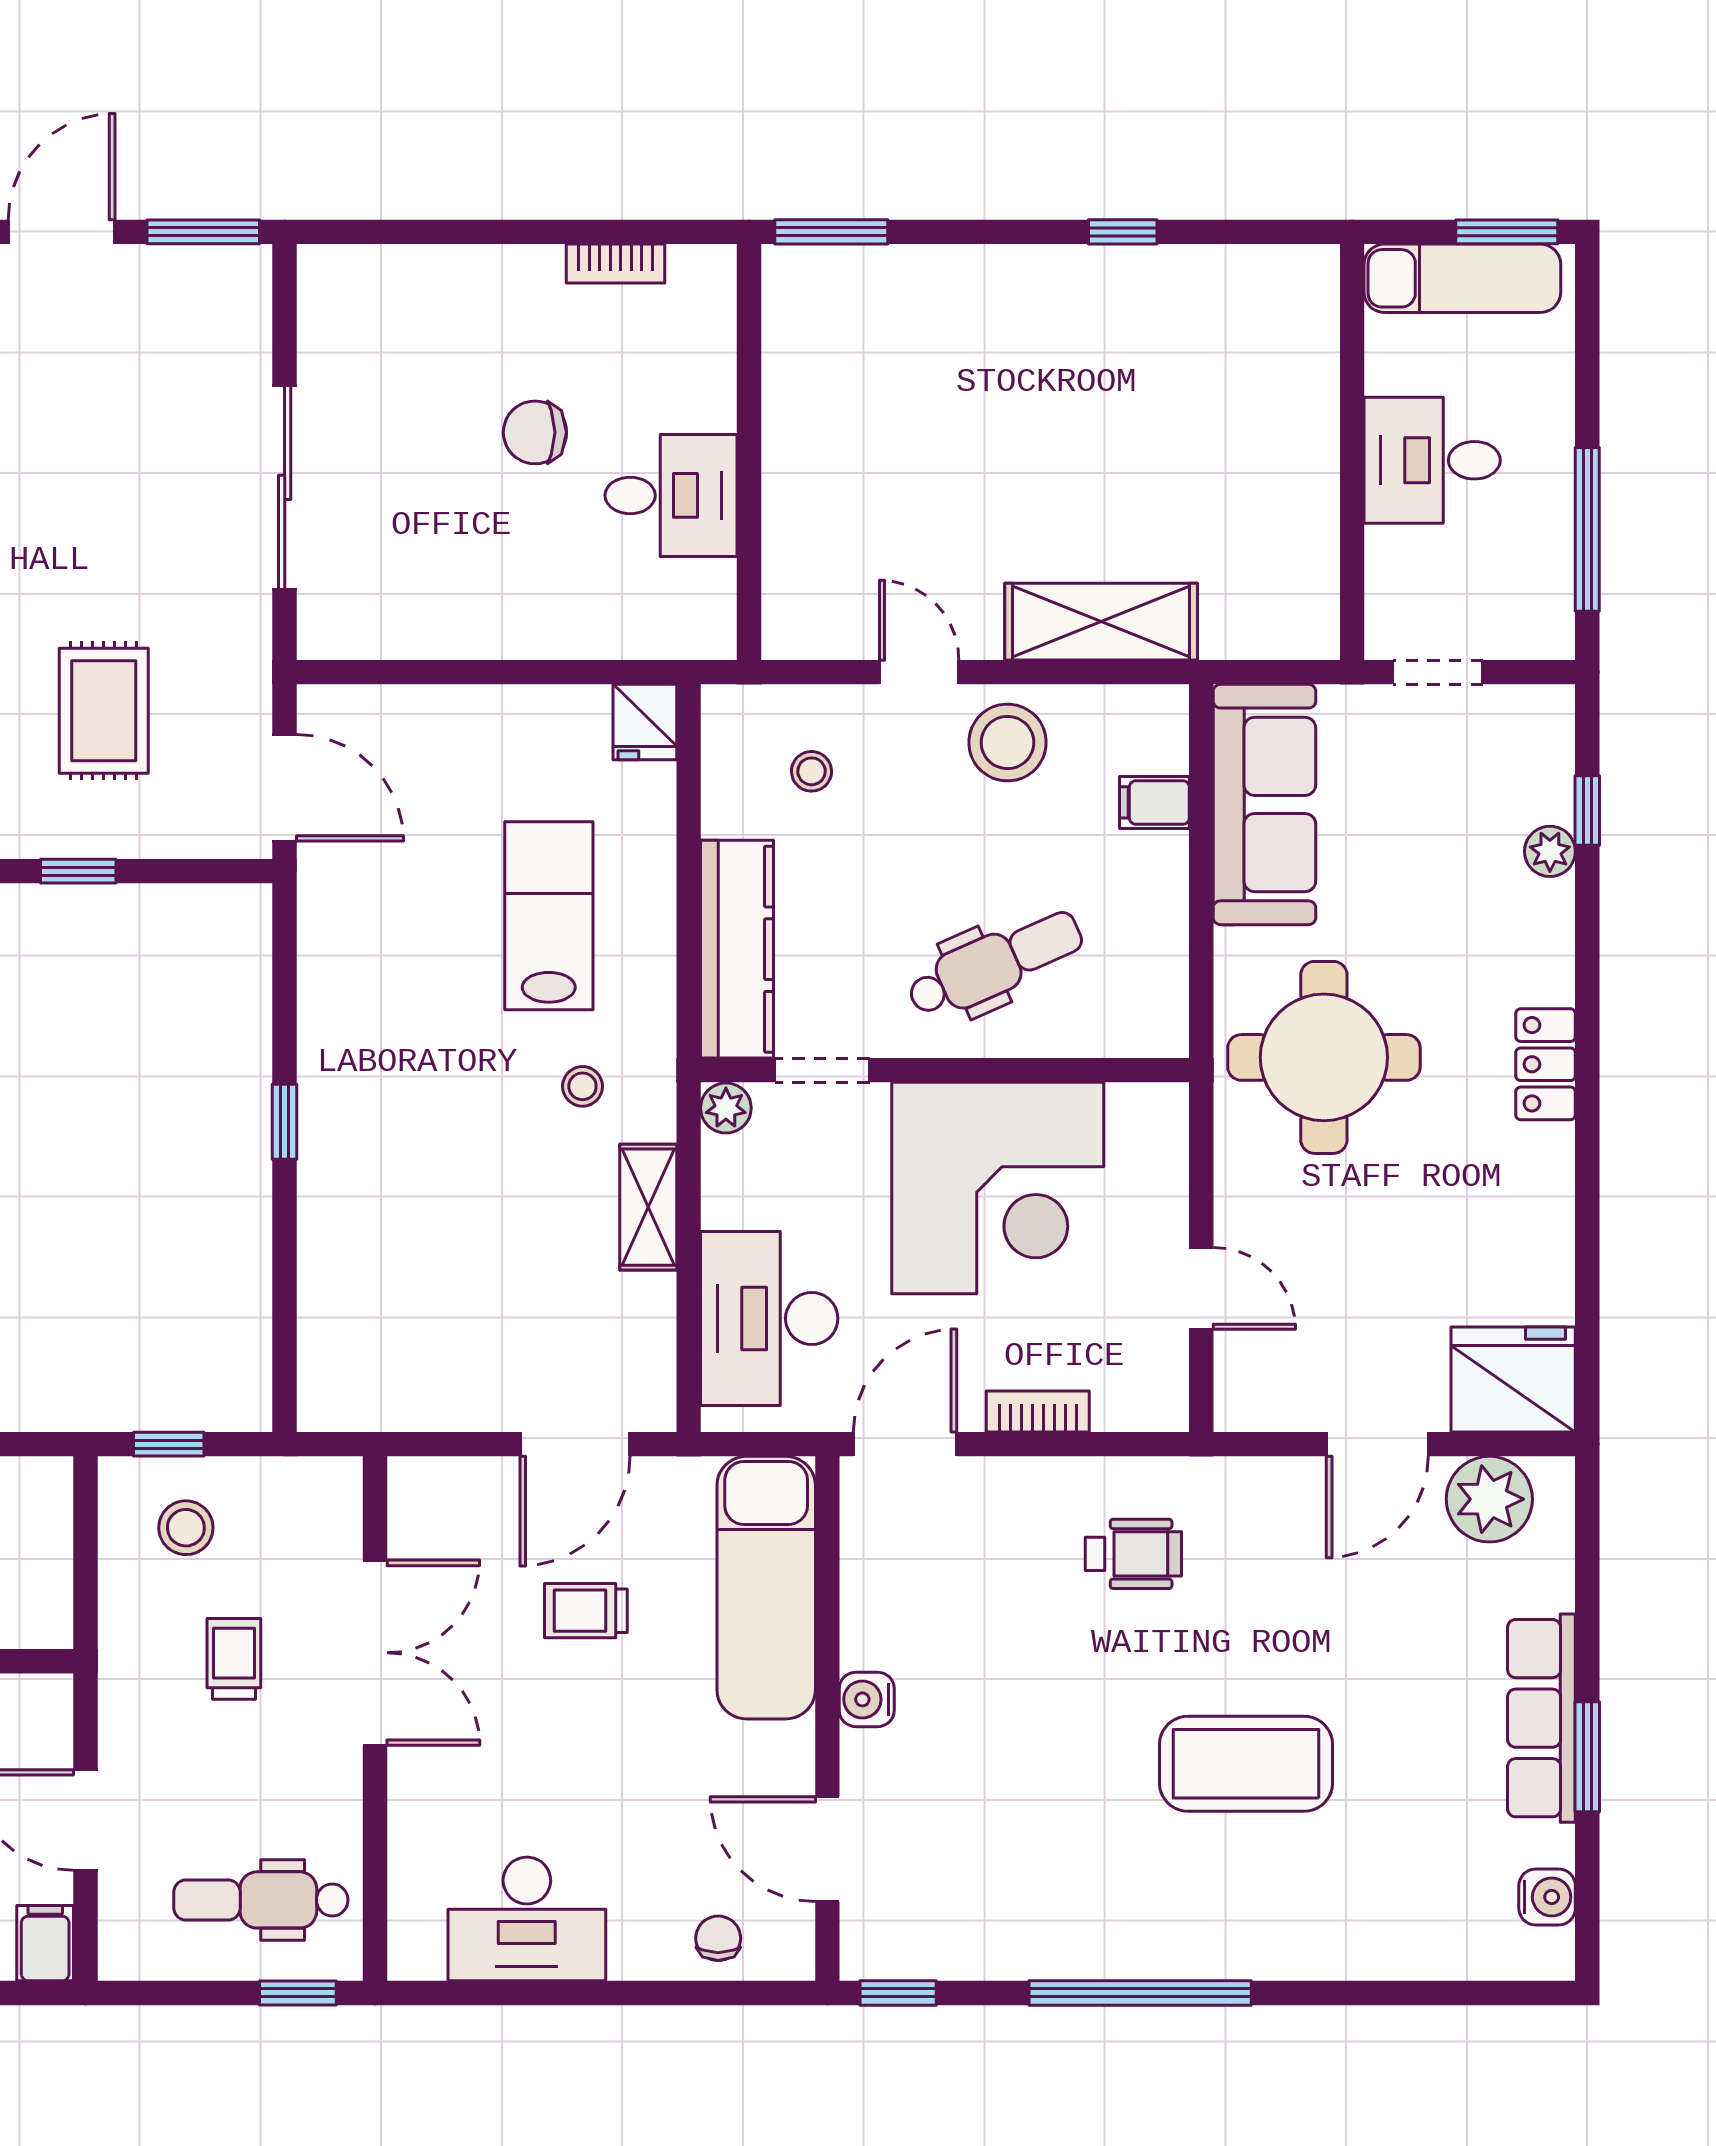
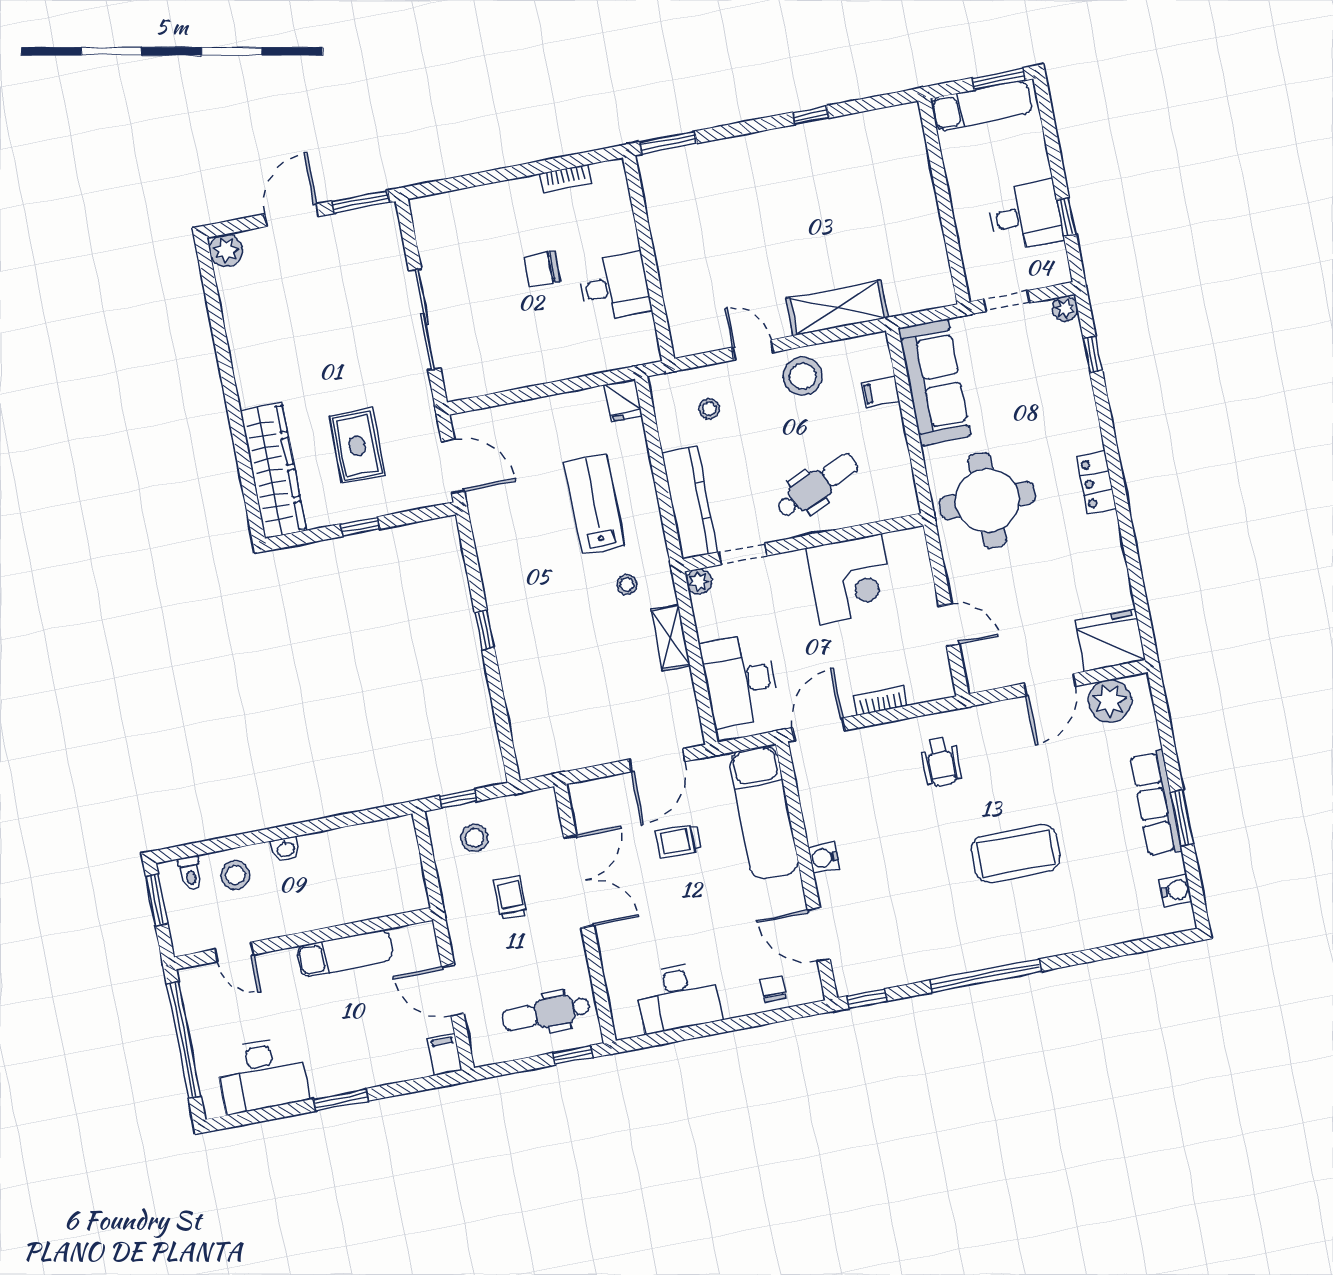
desk: (1432, 460) -> (1025, 216), moved, turned 180
window: (1587, 529) -> (1066, 217), width x0.46
plant: (1550, 851) -> (1065, 309), moved
corner desk: (998, 1188) -> (851, 579), width x0.74, depth x0.74
wheelchair: (1133, 1554) -> (941, 761), turned 90

